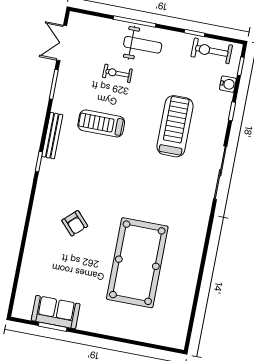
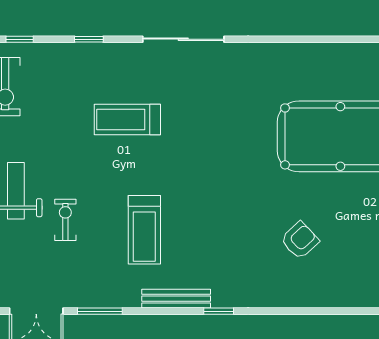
exercise bike: (117, 73) -> (65, 220), turned 180
water cooler: (228, 84) -> (50, 53), removed
treadmill: (175, 126) -> (127, 119), width x0.73, depth x0.73

